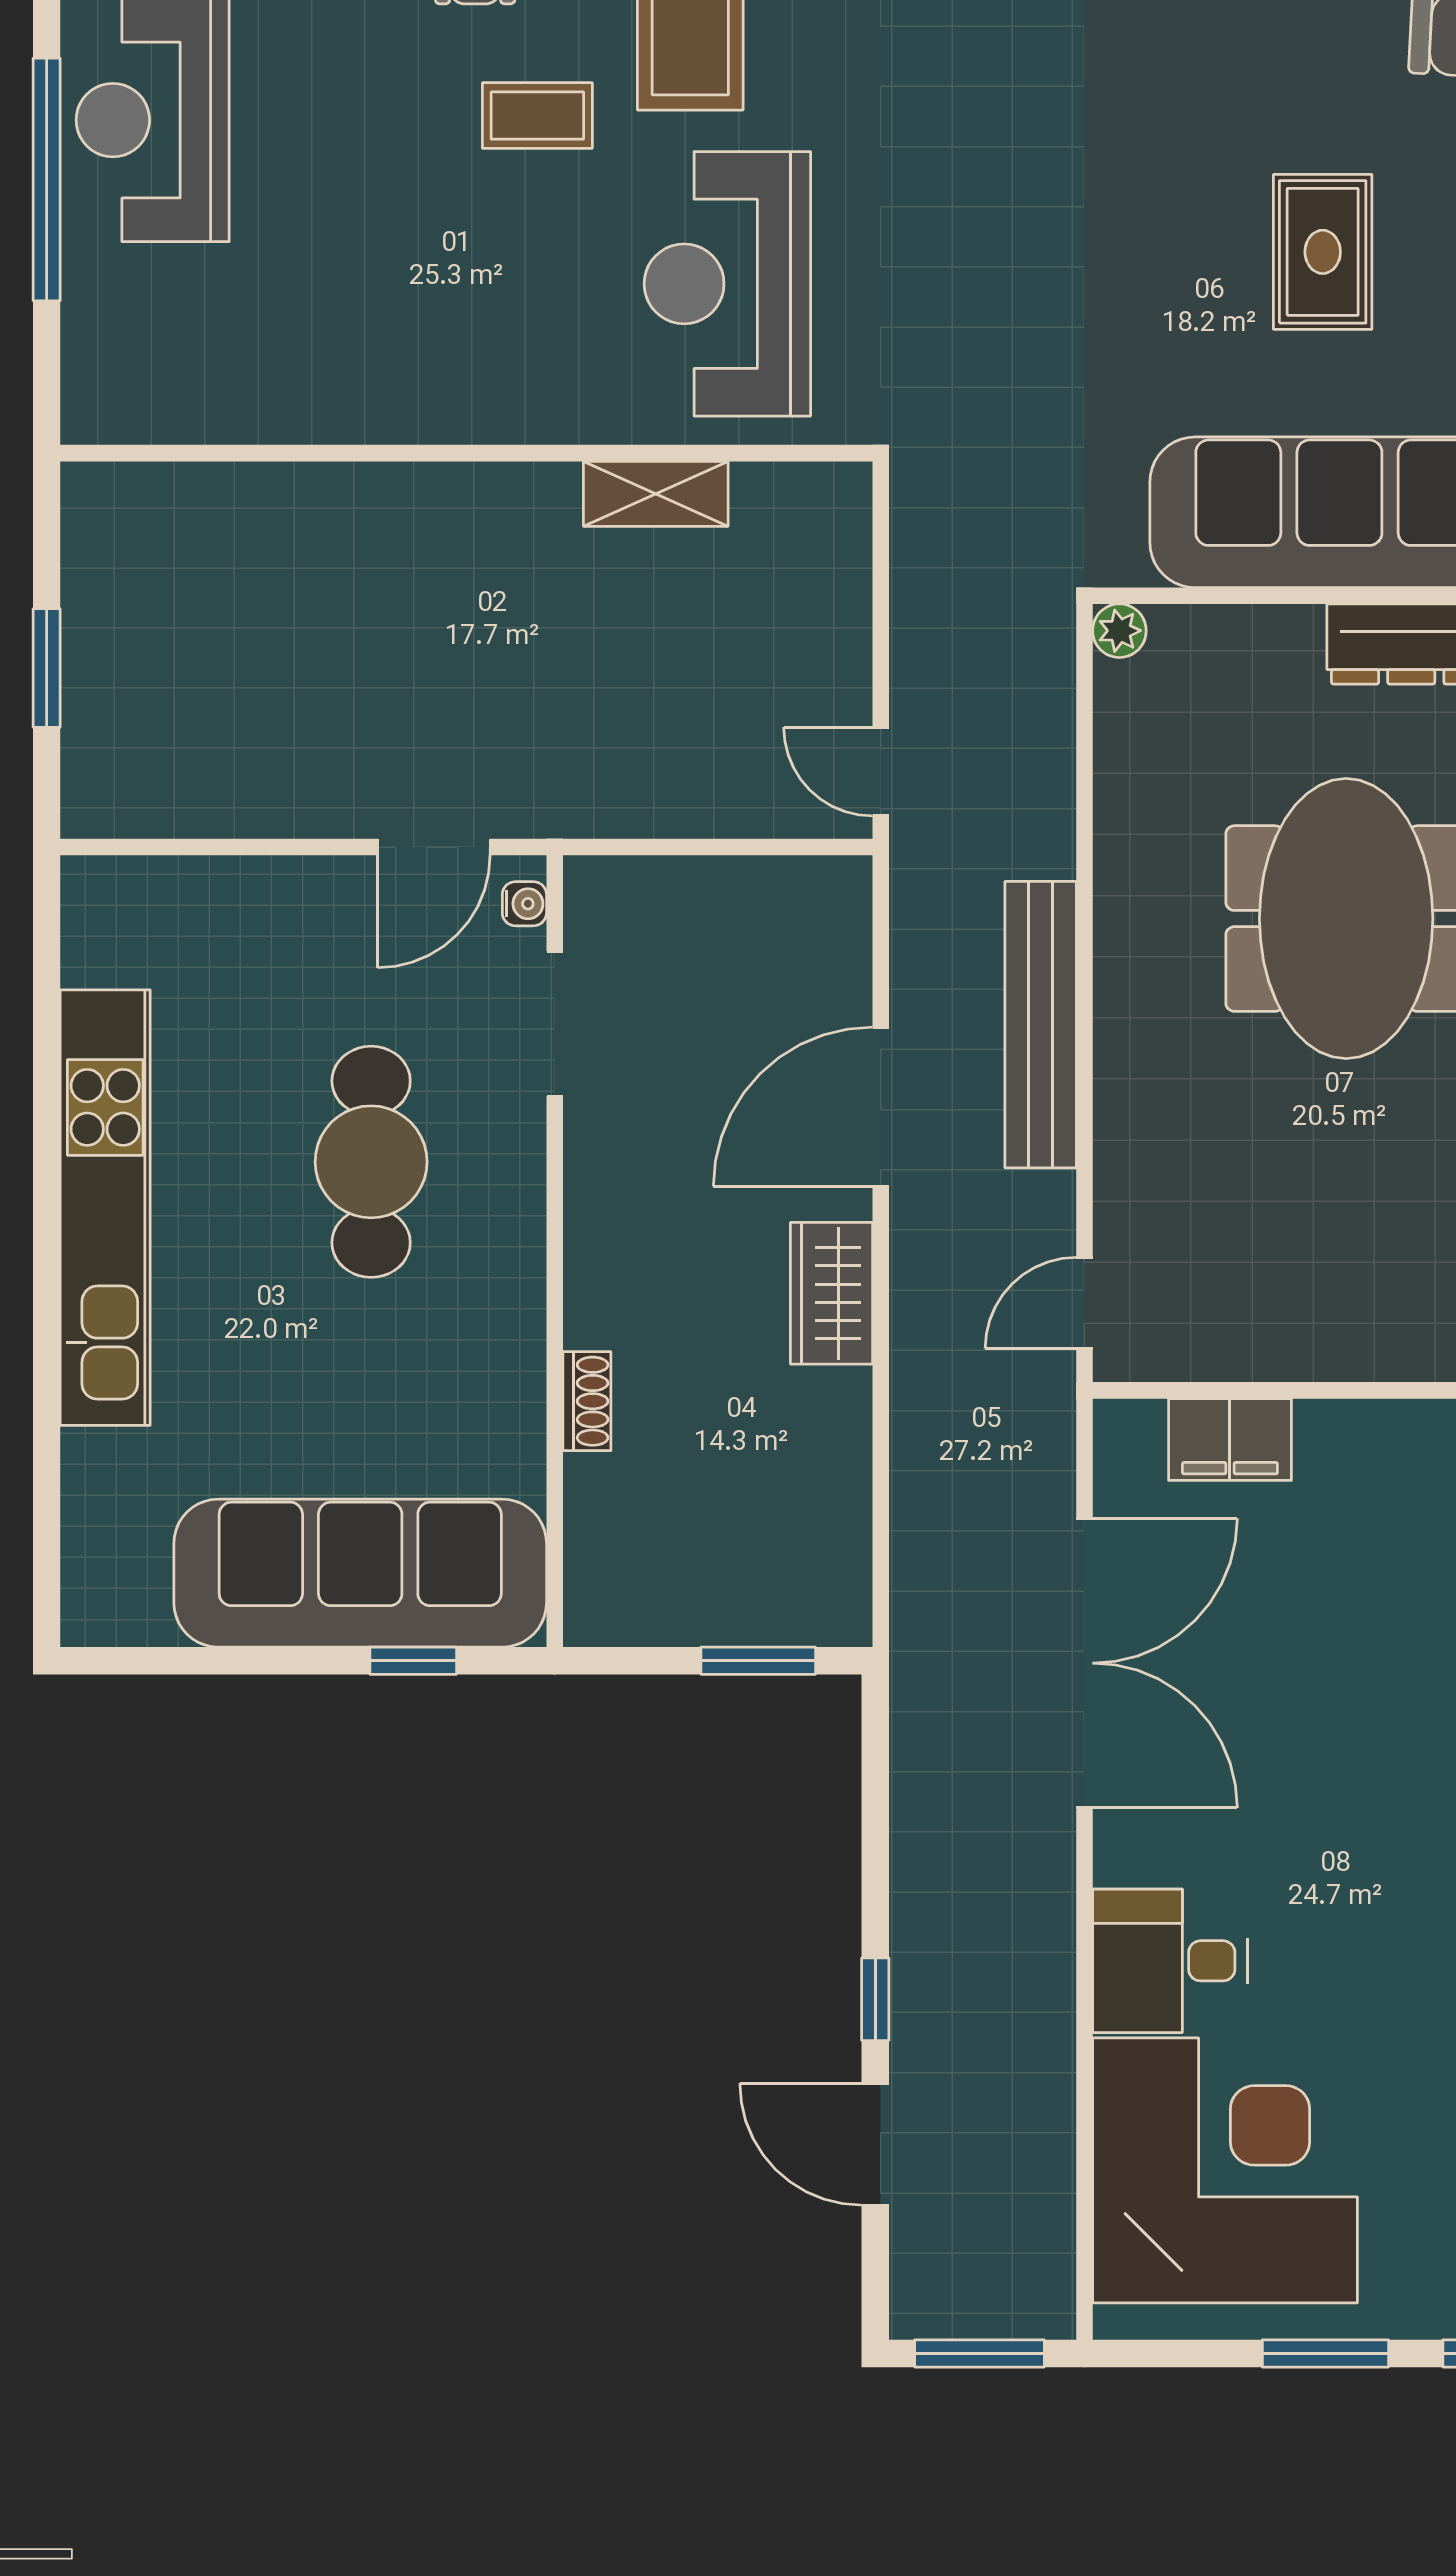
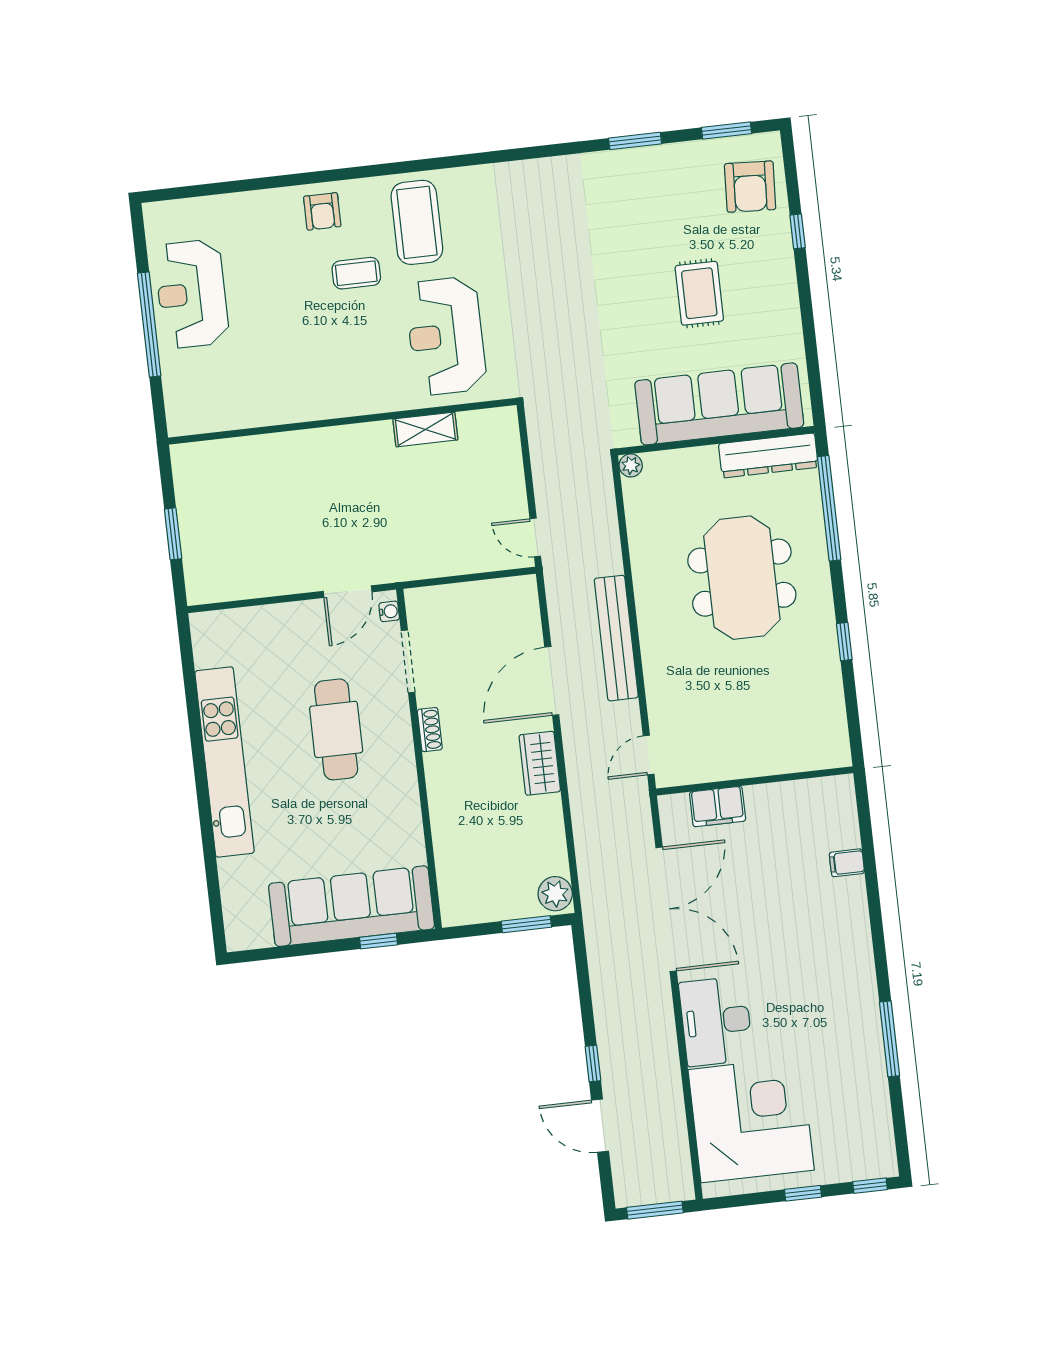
shoe rack: (587, 1401) -> (430, 730), moved
plant: (833, 1598) -> (555, 894), added
desk: (1170, 1961) -> (716, 1021), width x1.37
window: (1325, 2353) -> (803, 1193), width x0.67

